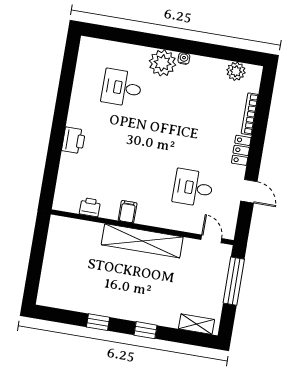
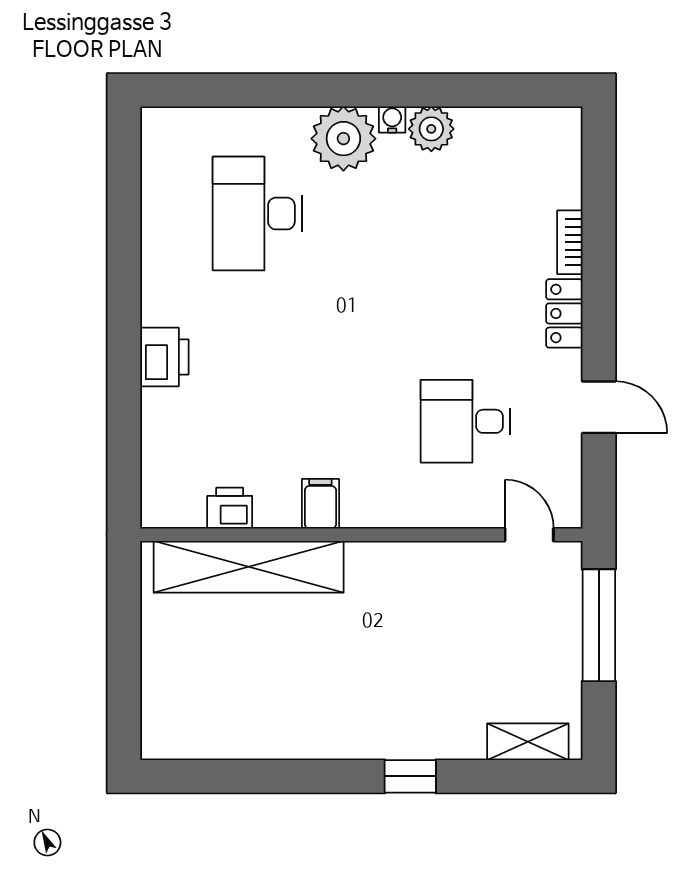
plant: (236, 71) -> (431, 129), moved
desk: (122, 88) -> (257, 214), width x1.37
bookcase: (250, 114) -> (570, 242), width x0.64
shelving: (142, 241) -> (249, 567), moved
window: (98, 322) -> (295, 776), removed

